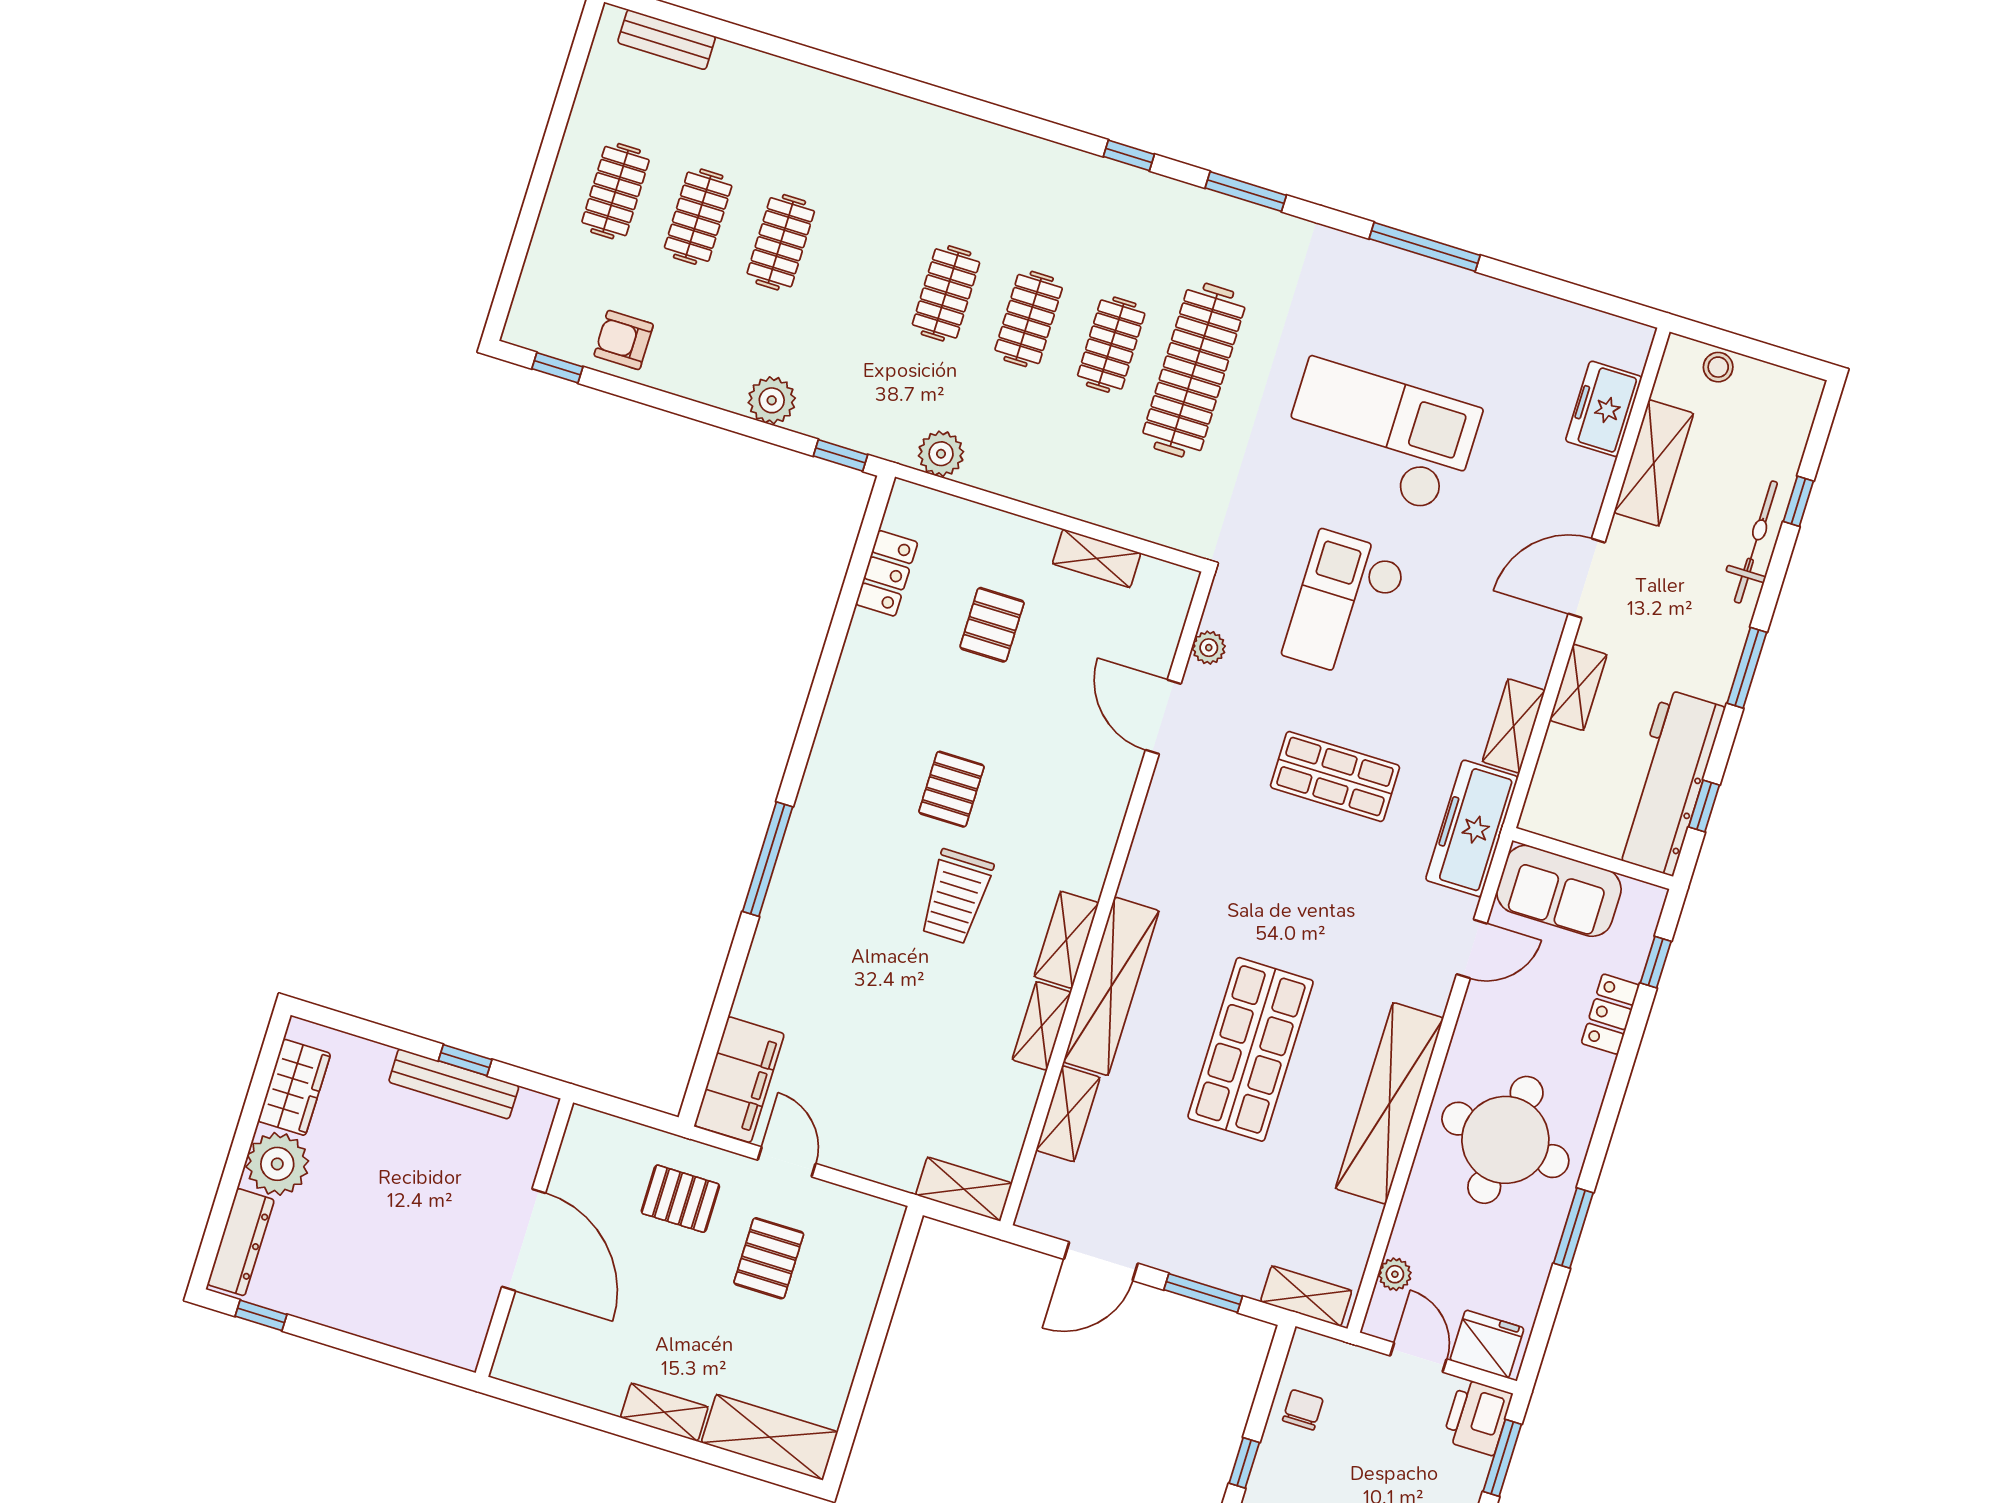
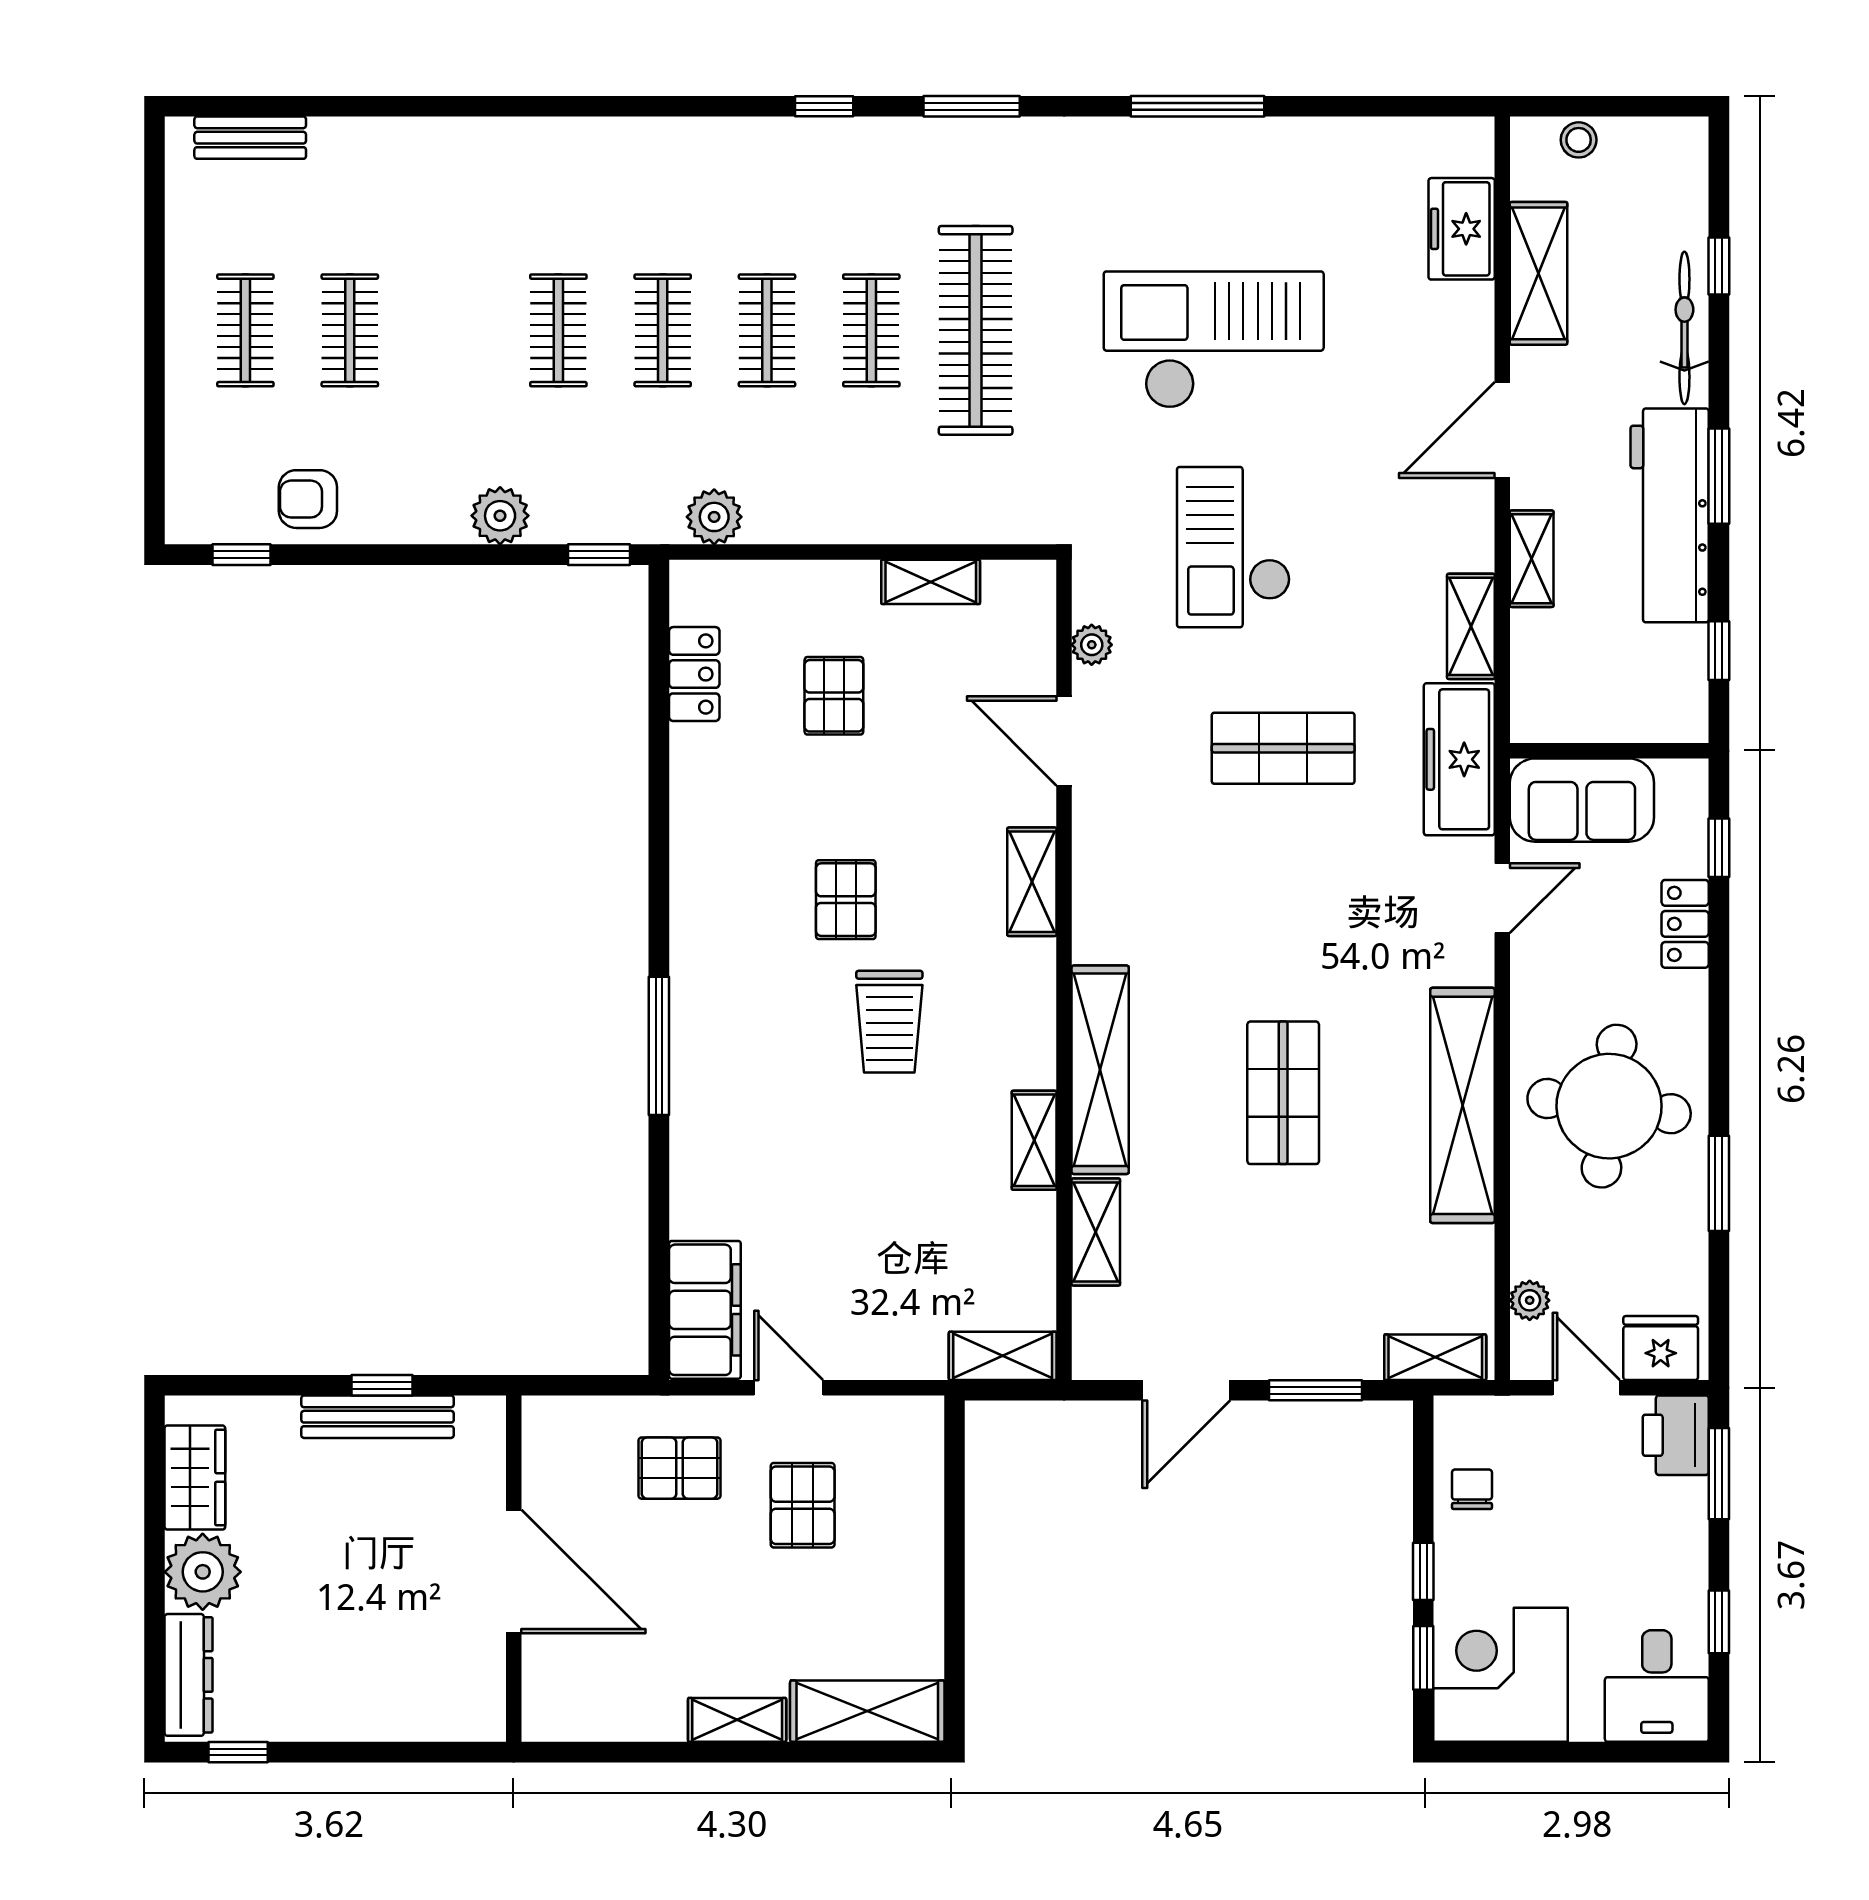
clothes rail: (781, 242) -> (558, 330), moved
workbench: (1669, 782) -> (1670, 515), moved
shelving: (1066, 940) -> (1032, 882), moved
shop shelf: (1251, 1049) -> (1283, 1093), width x0.70, depth x0.74

